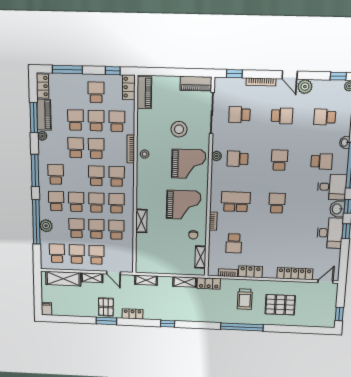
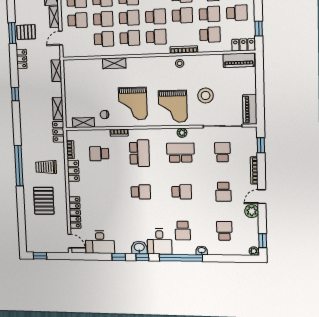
school desk: (238, 159) -> (181, 153), width x1.85
desk: (330, 233) -> (100, 242), moved

